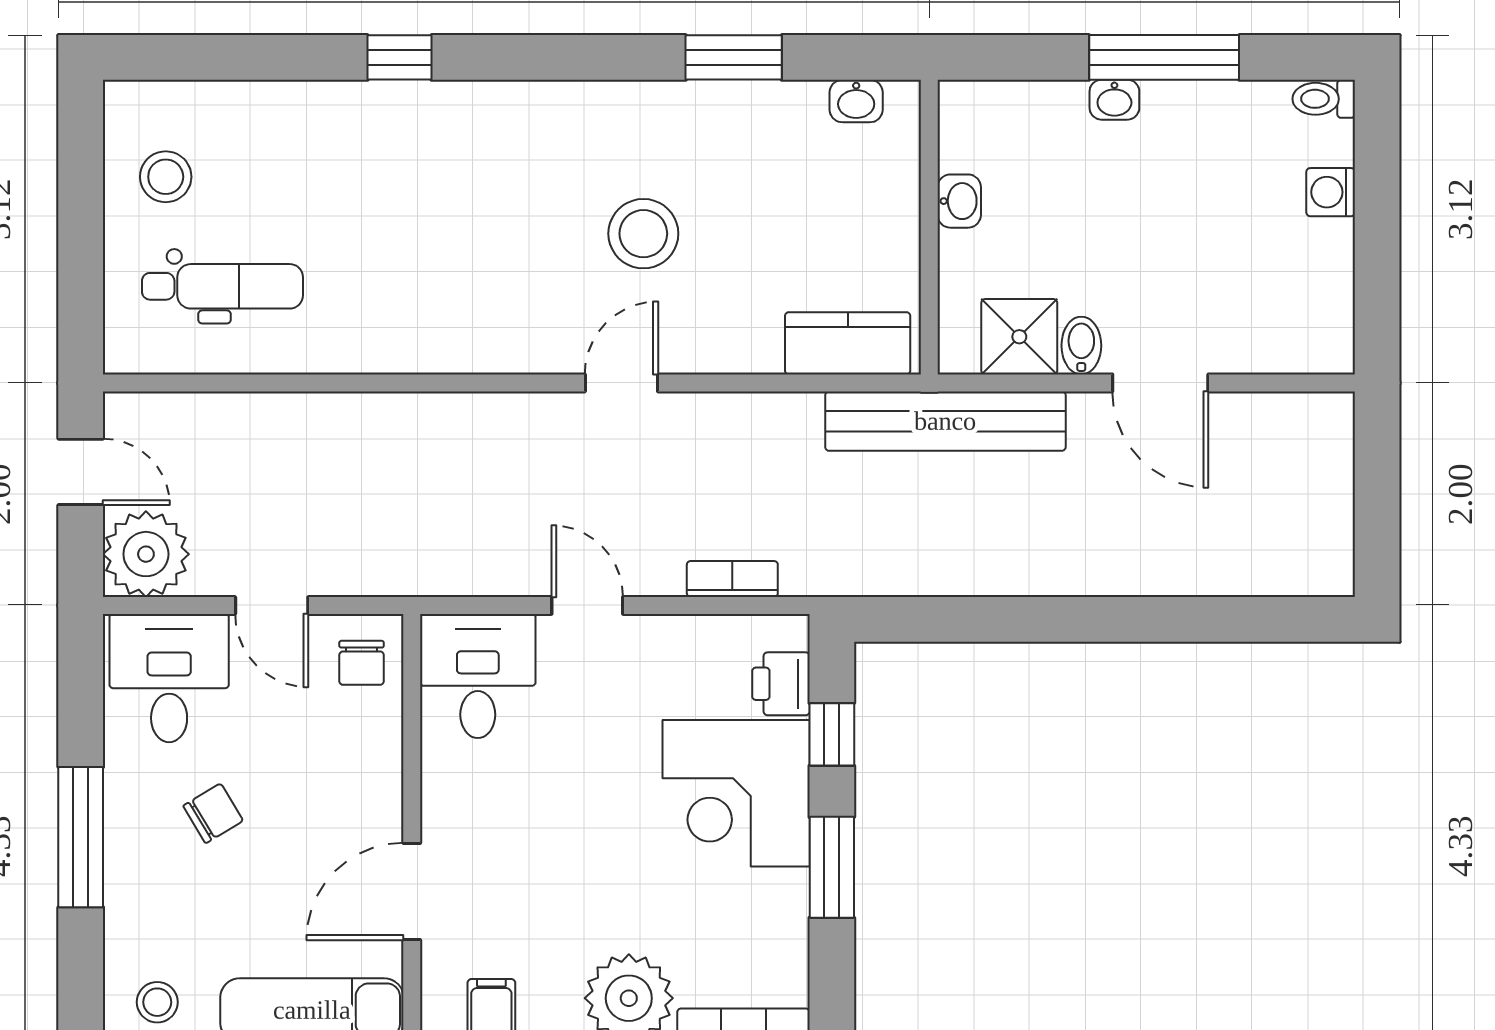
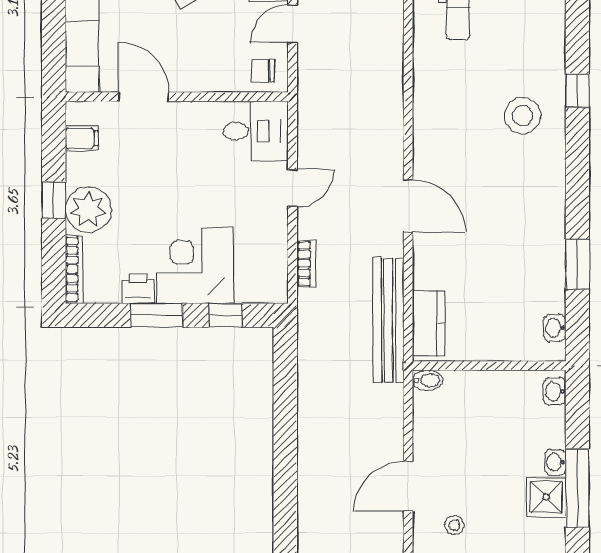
washbasin: (959, 201) -> (555, 391), moved, turned 90
stool: (643, 234) -> (523, 116), moved
stool: (1236, 294) -> (454, 525), added
shower: (1019, 337) -> (546, 497), moved
bidet: (1081, 346) -> (428, 380), moved
door: (621, 383) -> (408, 206), width x1.38
bench: (945, 421) -> (388, 320), moved
printer: (781, 684) -> (138, 289), moved

